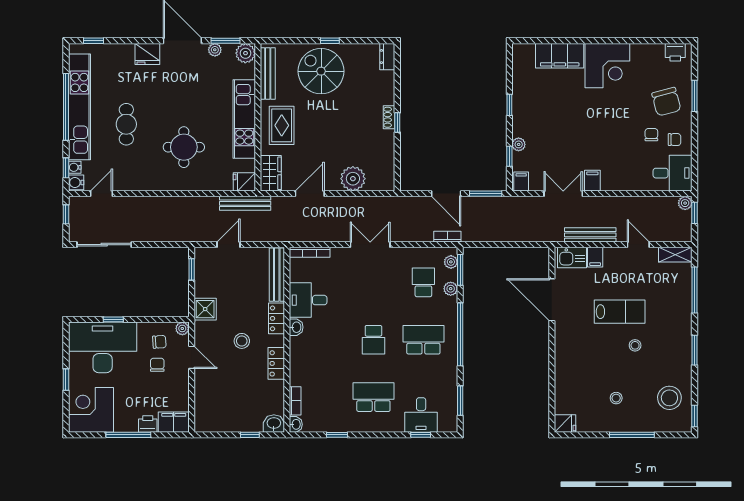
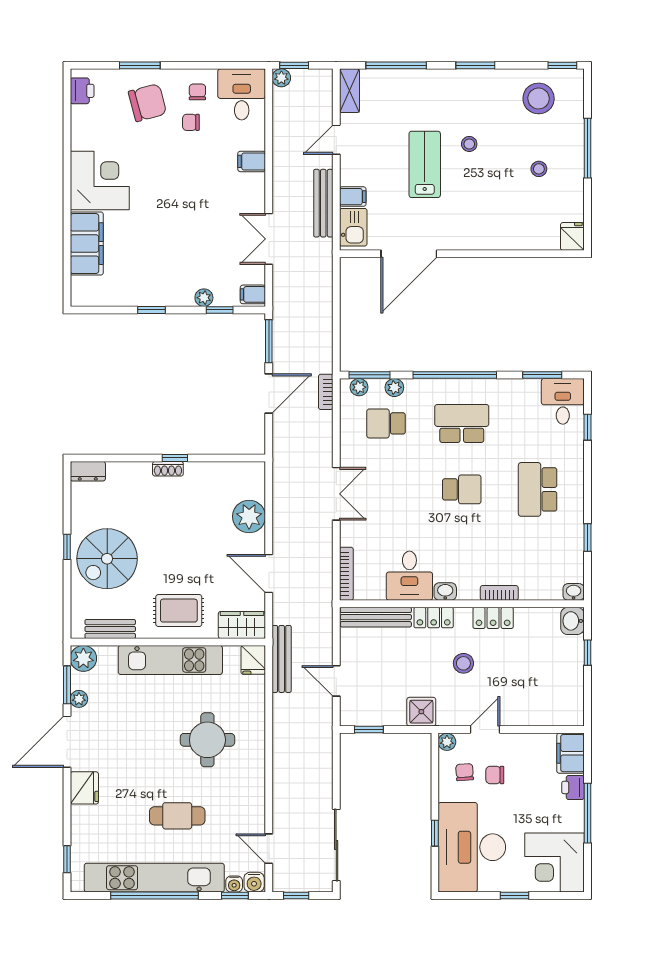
bench: (268, 73) -> (110, 629), width x0.73
filing cabinet: (592, 181) -> (252, 161), moved
double door: (370, 245) -> (336, 494), swing flipped
school desk: (423, 340) -> (462, 423), turned 90
bookcase: (295, 401) -> (499, 593), moved
desk: (421, 415) -> (563, 401), moved, turned -90

